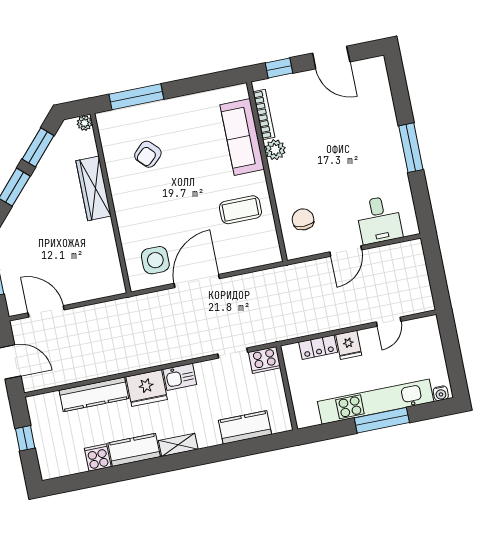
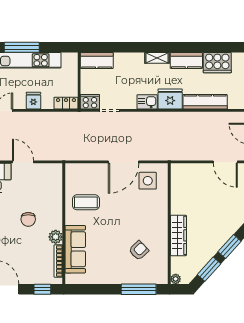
chair: (303, 219) -> (28, 219), moved
door: (346, 251) -> (23, 162), hinge flipped
locker: (318, 347) -> (66, 103), moved
kitchen counter: (245, 427) -> (97, 61), moved
cooker: (98, 458) -> (217, 63), width x1.87, depth x1.31

